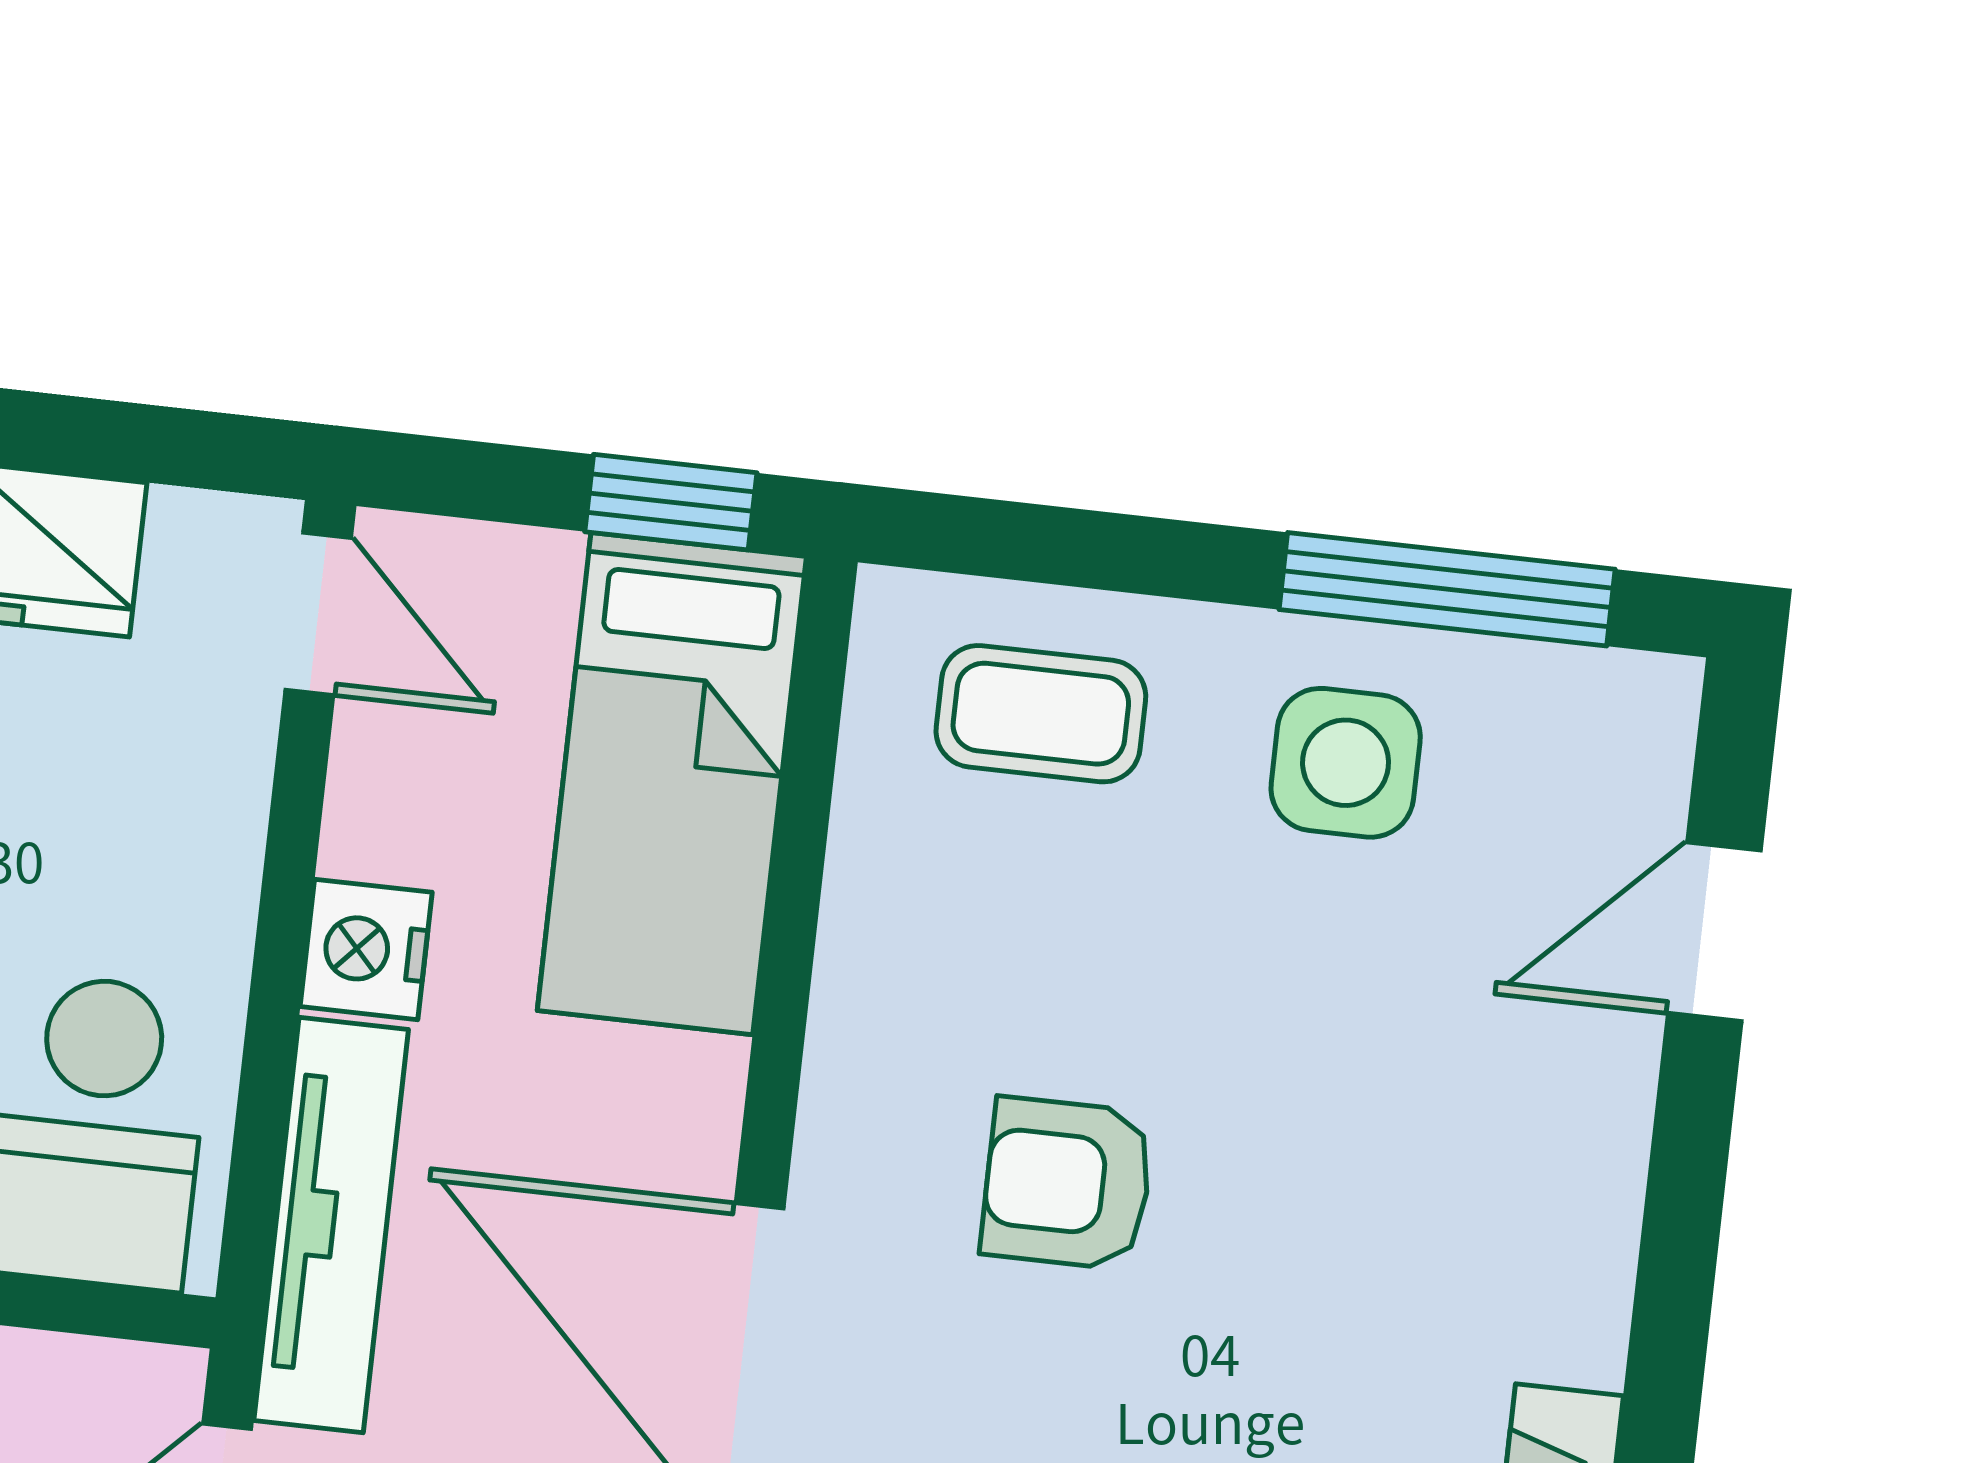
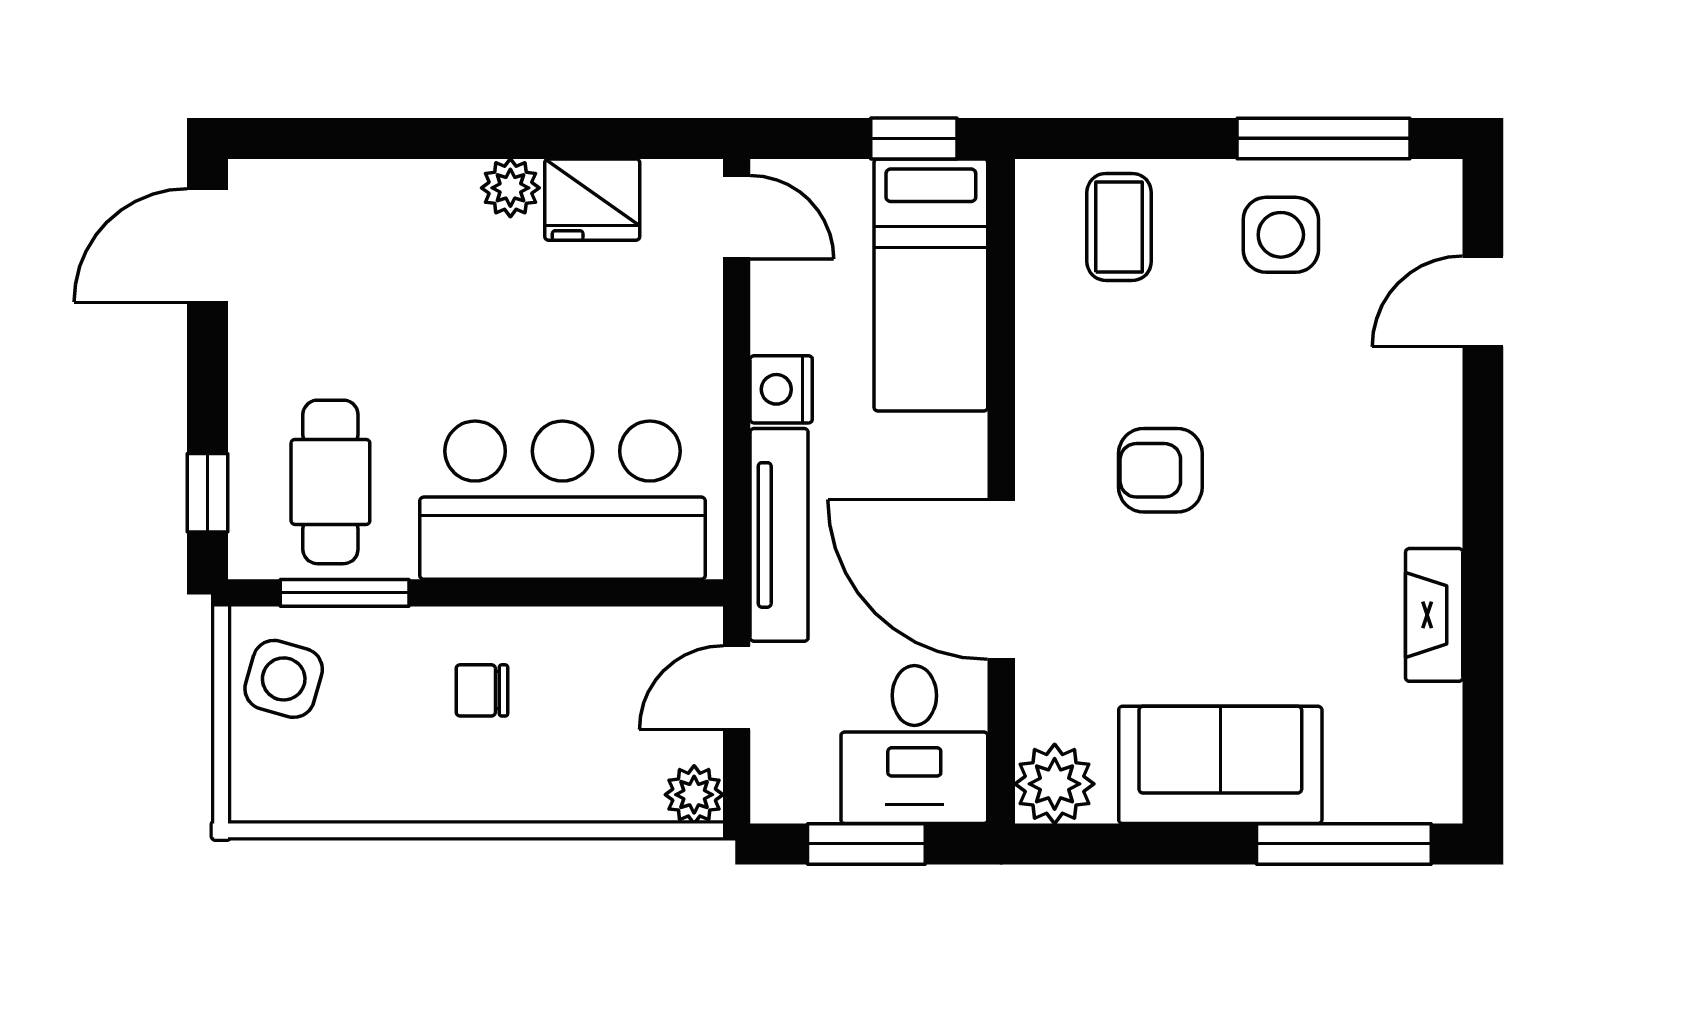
coffee table: (1041, 714) -> (1119, 227), turned 90

